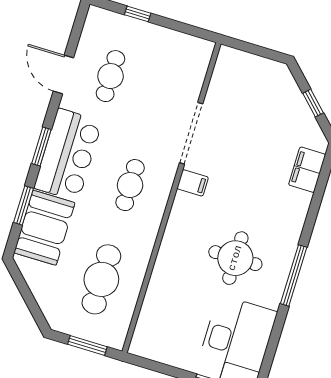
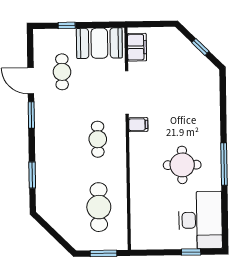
window: (41, 146) -> (31, 115), moved
bar counter: (68, 155) -> (51, 132), removed
filing cabinet: (307, 170) -> (137, 47), moved, turned 180
booth: (44, 228) -> (99, 43), moved, turned 90

